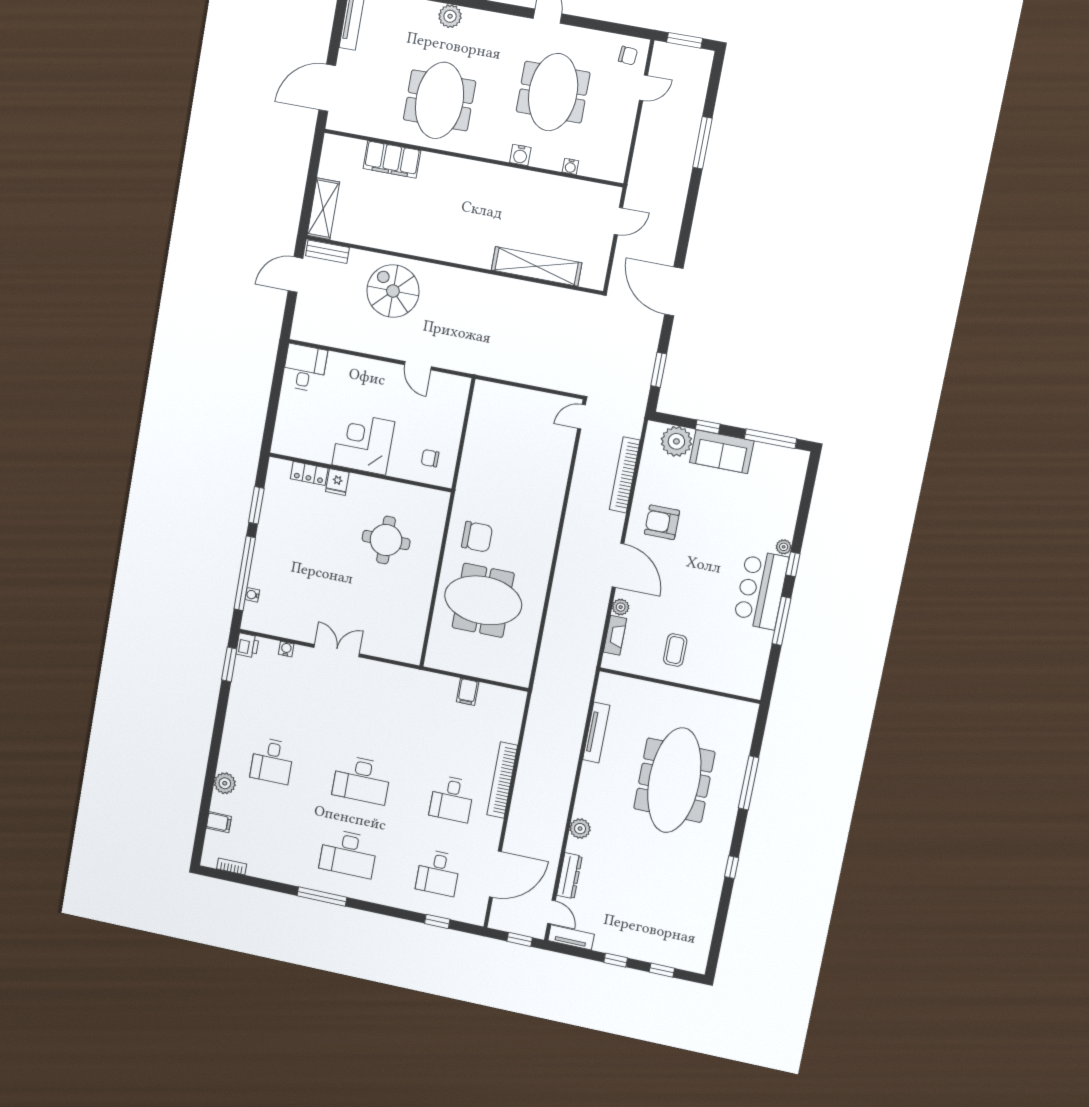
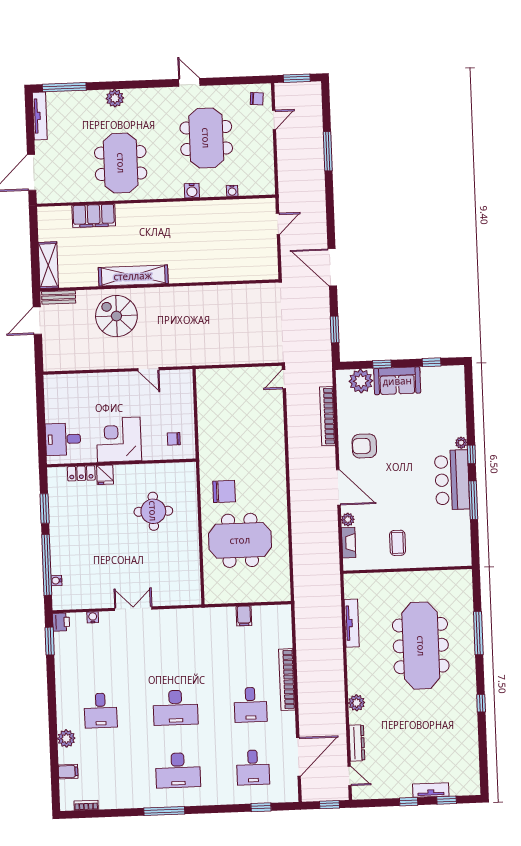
shelving: (537, 266) -> (133, 276), moved
desk: (305, 368) -> (63, 439), moved, turned -90
window: (770, 439) -> (432, 362), width x0.46
tv unit: (571, 937) -> (431, 790), moved

